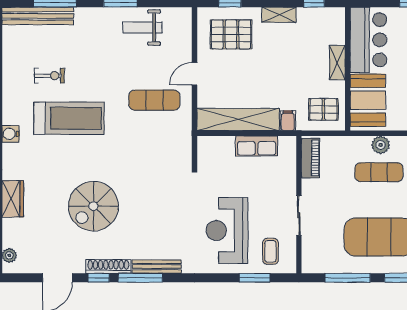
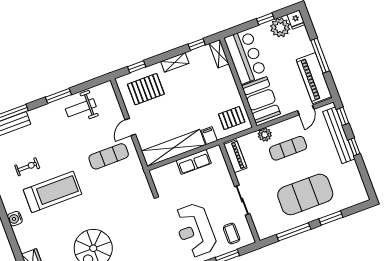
shelving: (337, 63) -> (219, 54), moved
plant: (381, 145) -> (265, 135), moved

